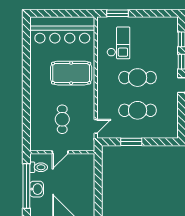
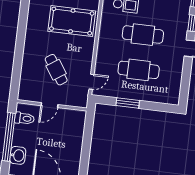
cafe table: (62, 119) -> (56, 70), turned -34
washbasin: (37, 189) -> (18, 155), moved

